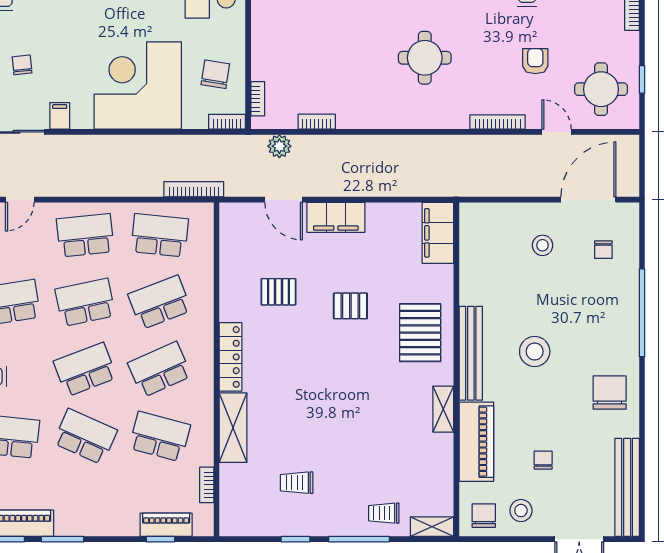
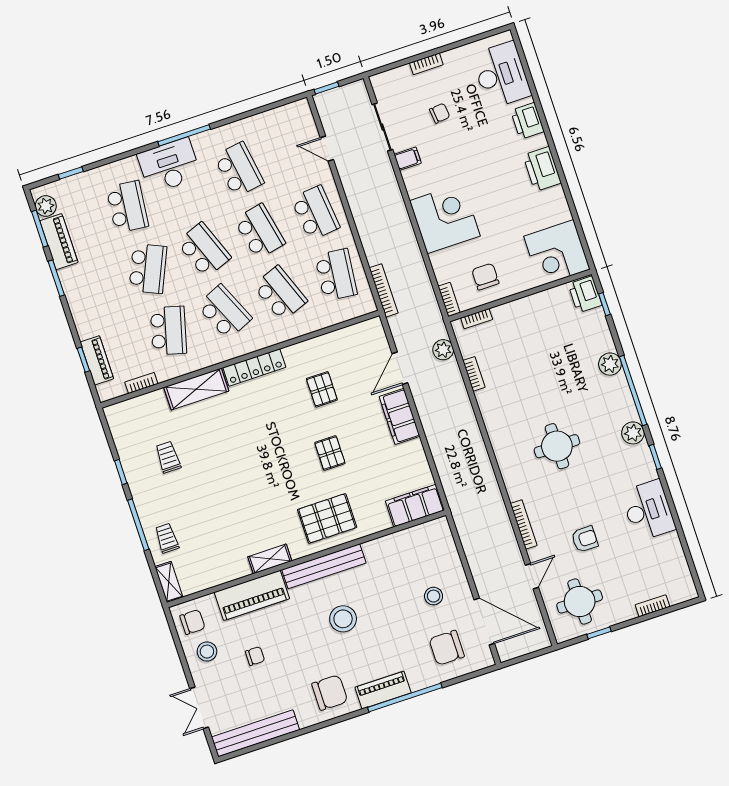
chair: (215, 74) -> (485, 277), turned -99
corner desk: (138, 85) -> (445, 218), width x0.74, depth x0.74
chair: (603, 250) -> (447, 648), width x1.87, depth x1.87
piano: (626, 334) -> (383, 690), added

